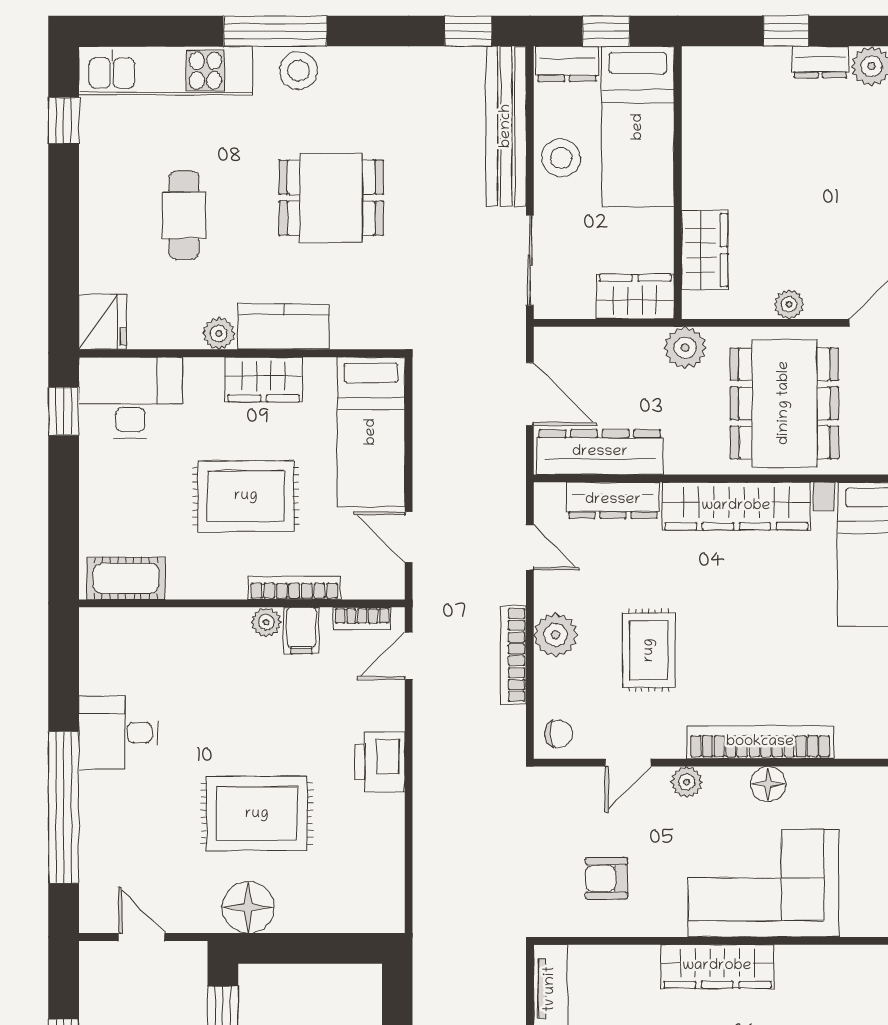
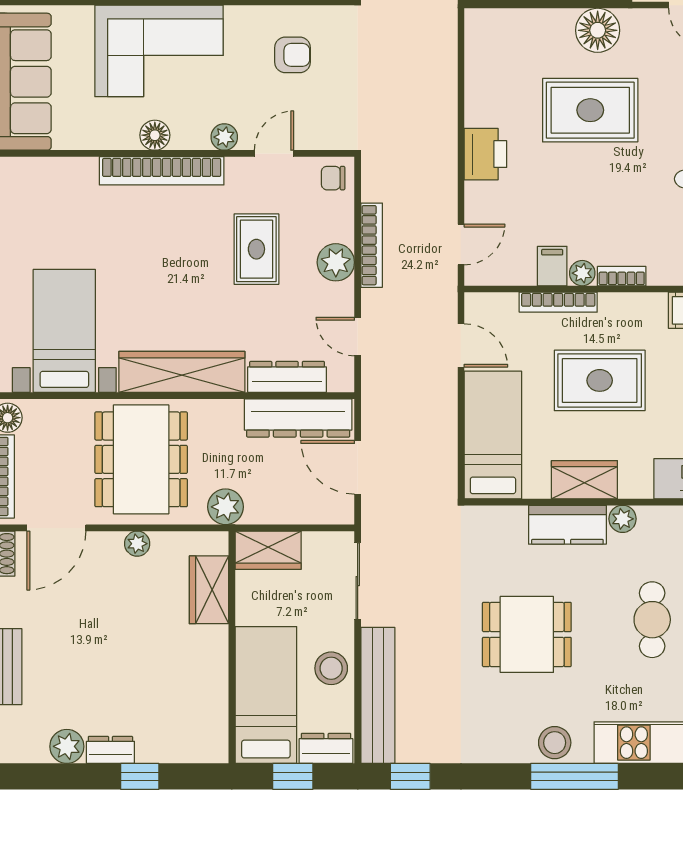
bookcase: (362, 619) -> (622, 276), moved

